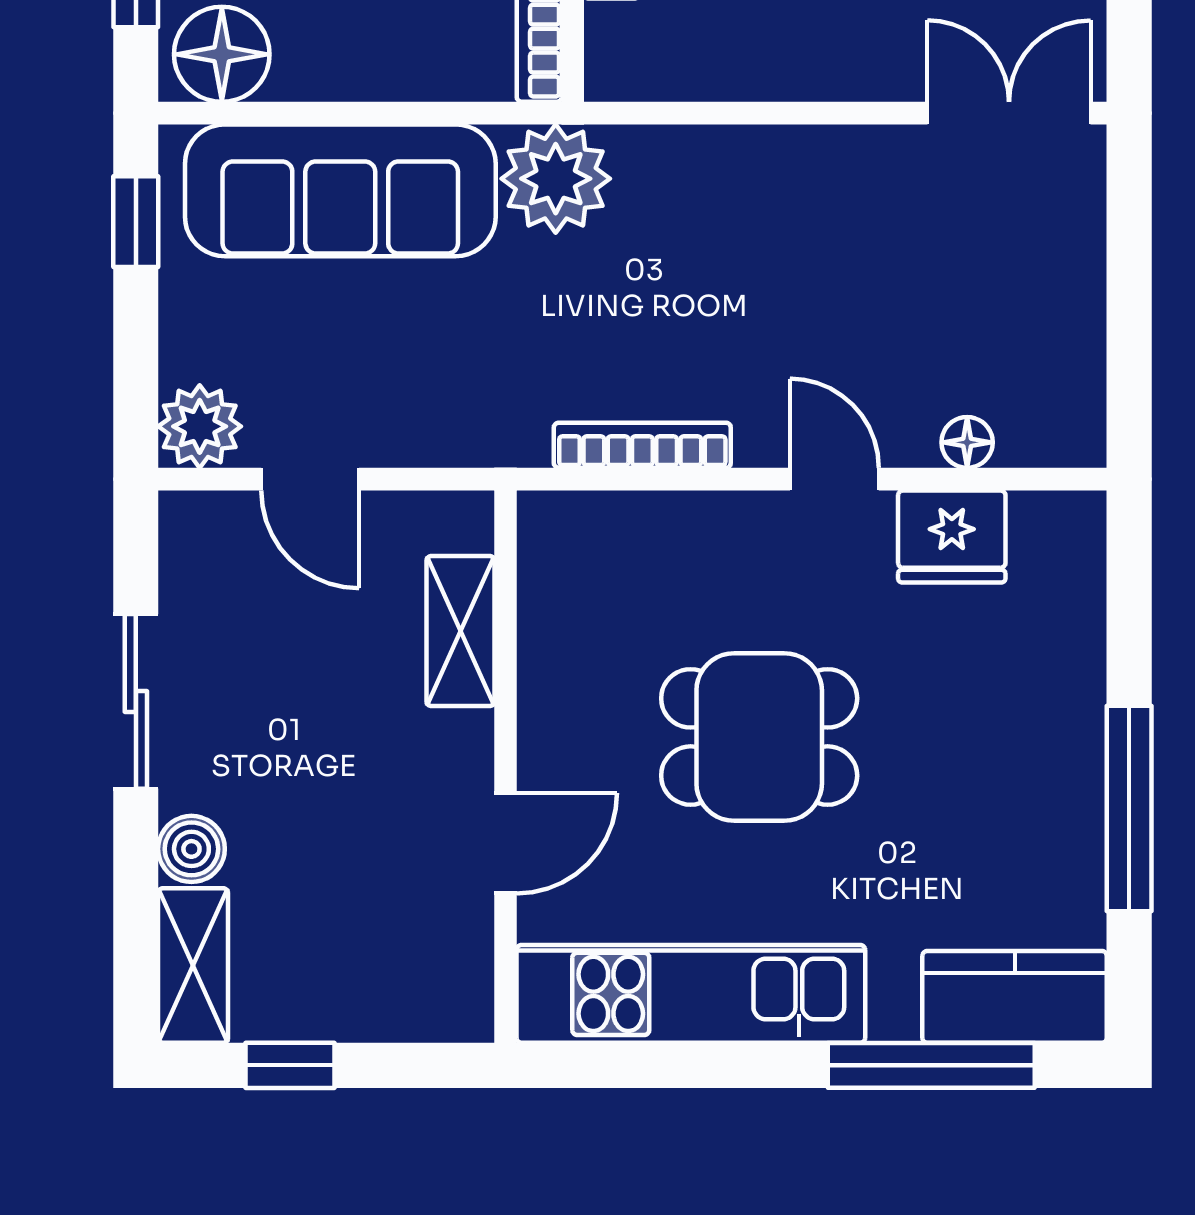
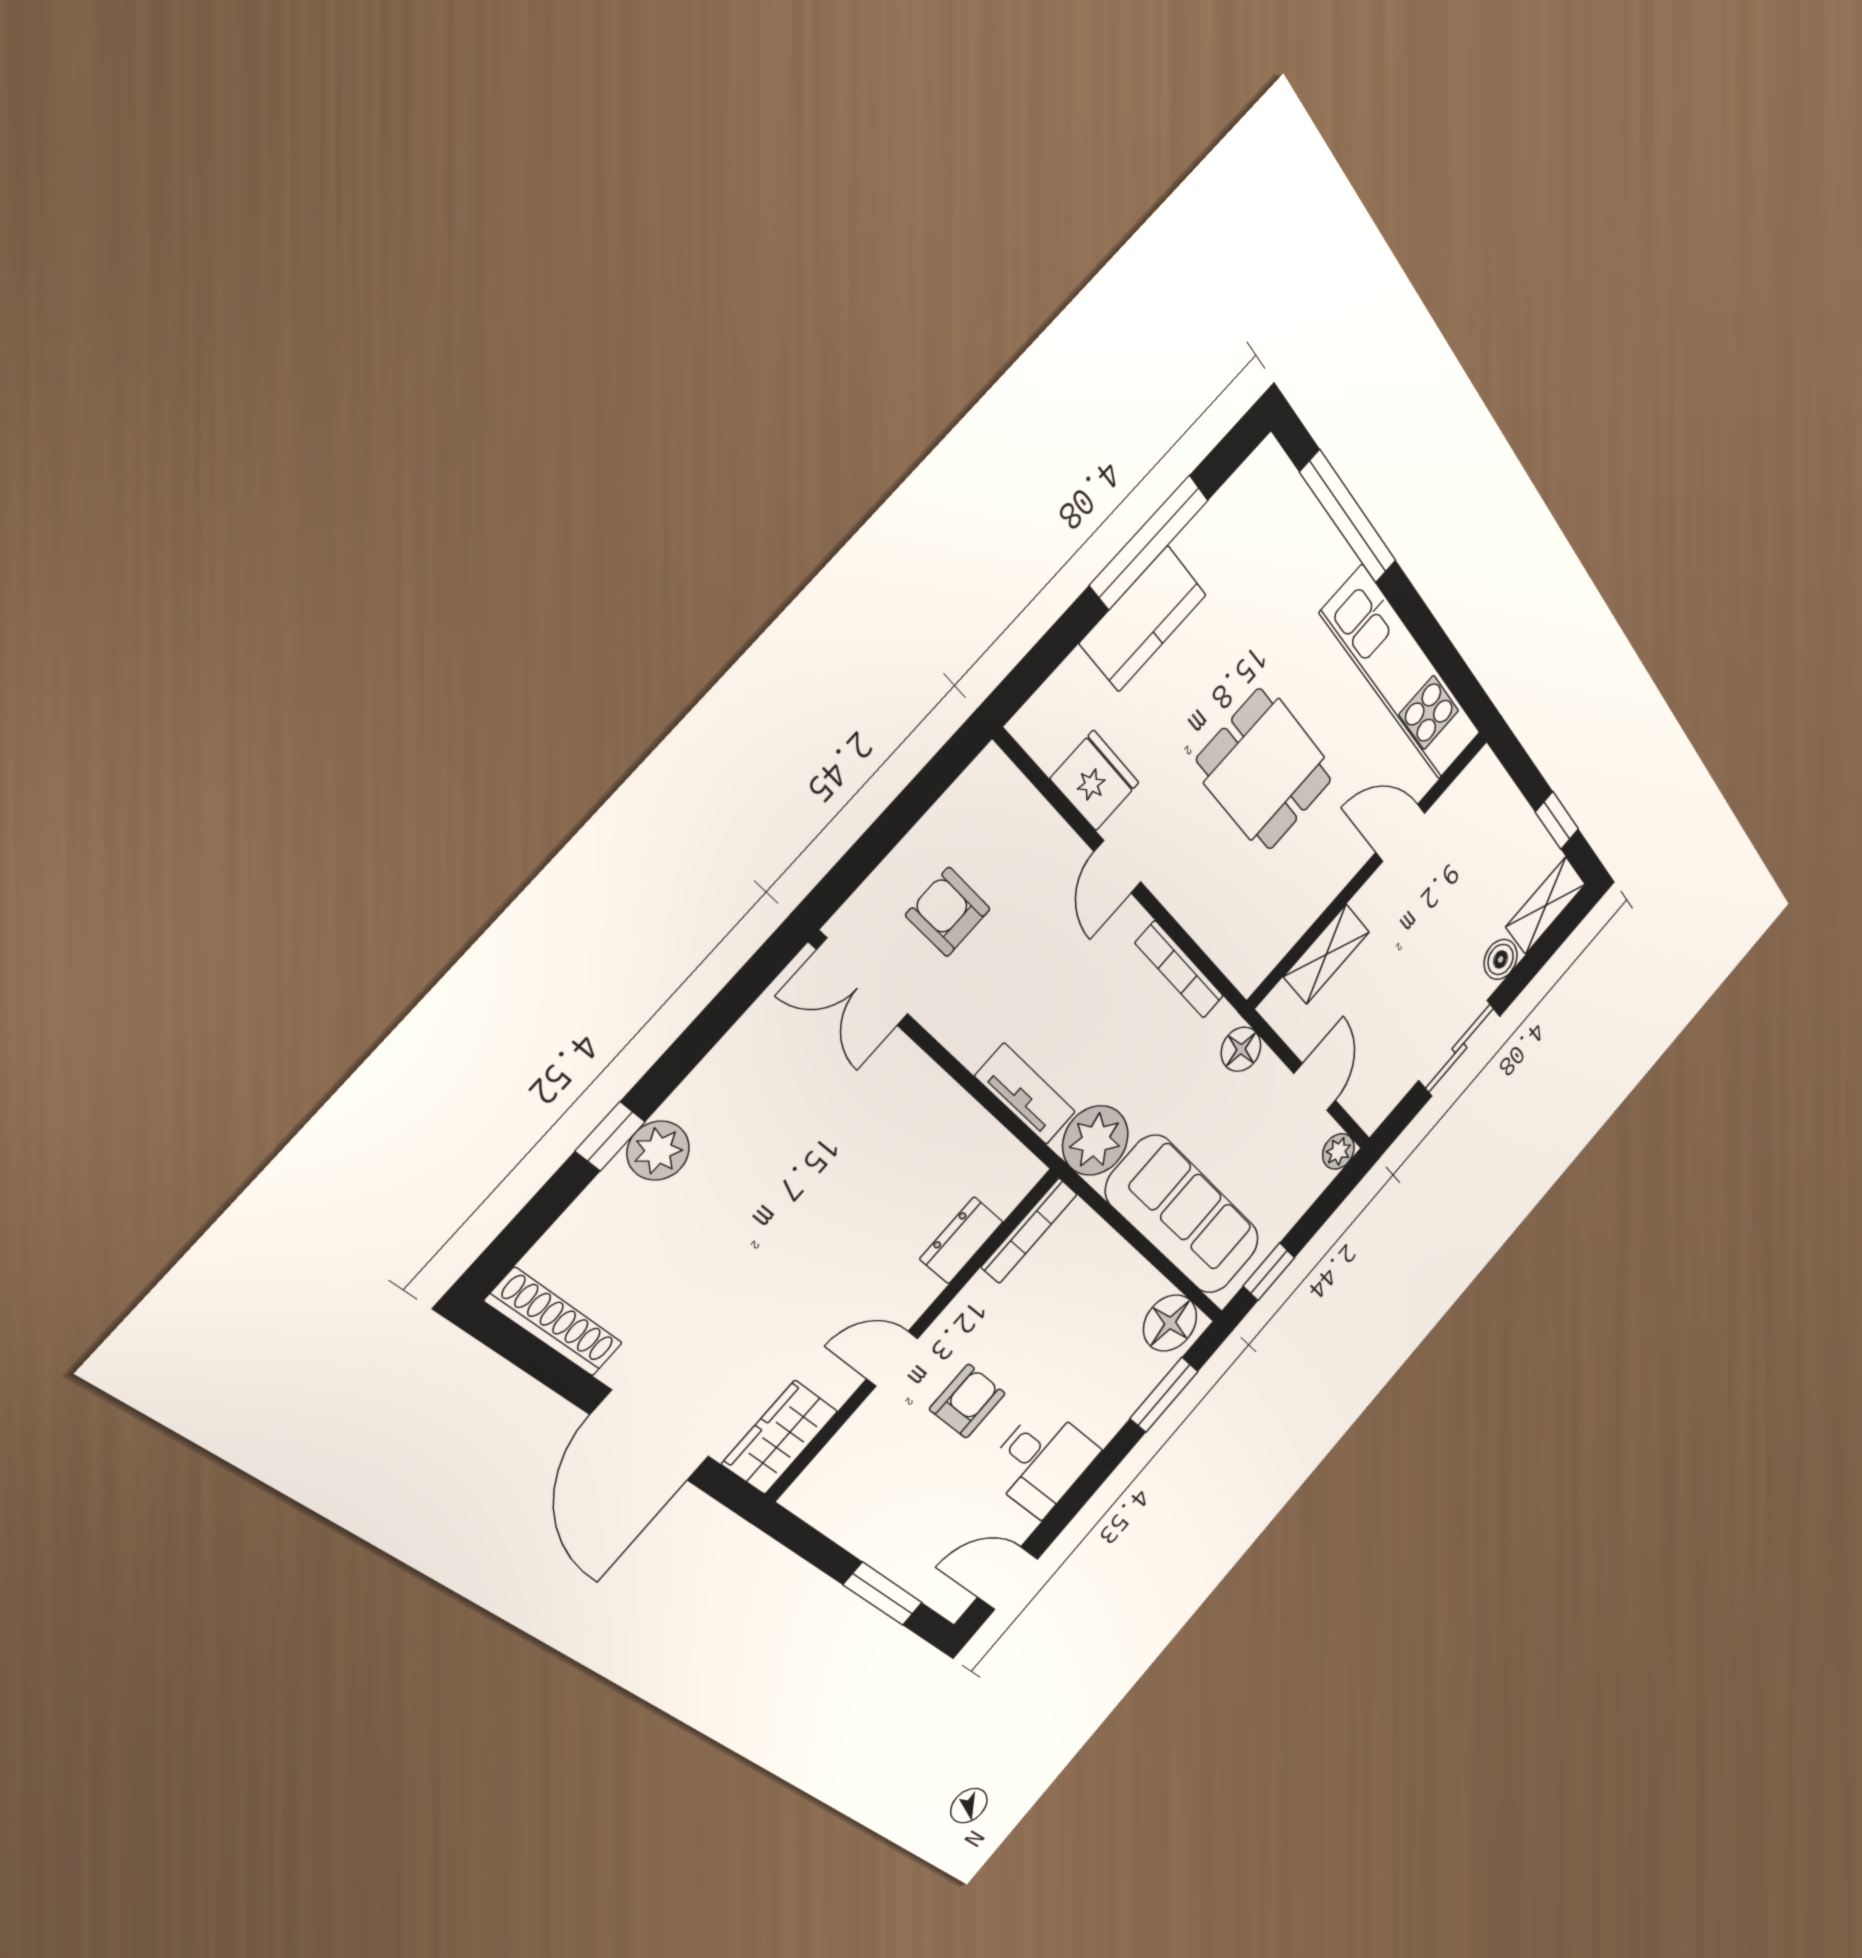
tv unit: (700, 156) -> (1026, 1094), added
armchair: (985, 262) -> (948, 912), added
plant: (200, 426) -> (1338, 1151), width x0.73, depth x0.73
floor lamp: (967, 442) -> (1241, 1049), moved, width x1.37, depth x1.37
kitchen counter: (1015, 997) -> (1143, 619), moved, turned -90

